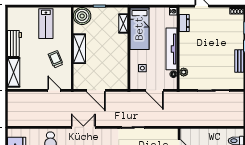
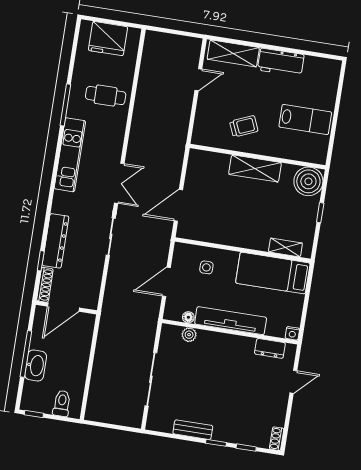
lab bench: (46, 24) -> (305, 120), turned 180
door: (54, 90) -> (198, 80), moved
door: (96, 90) -> (178, 205), moved
double door: (83, 127) -> (119, 183), moved

